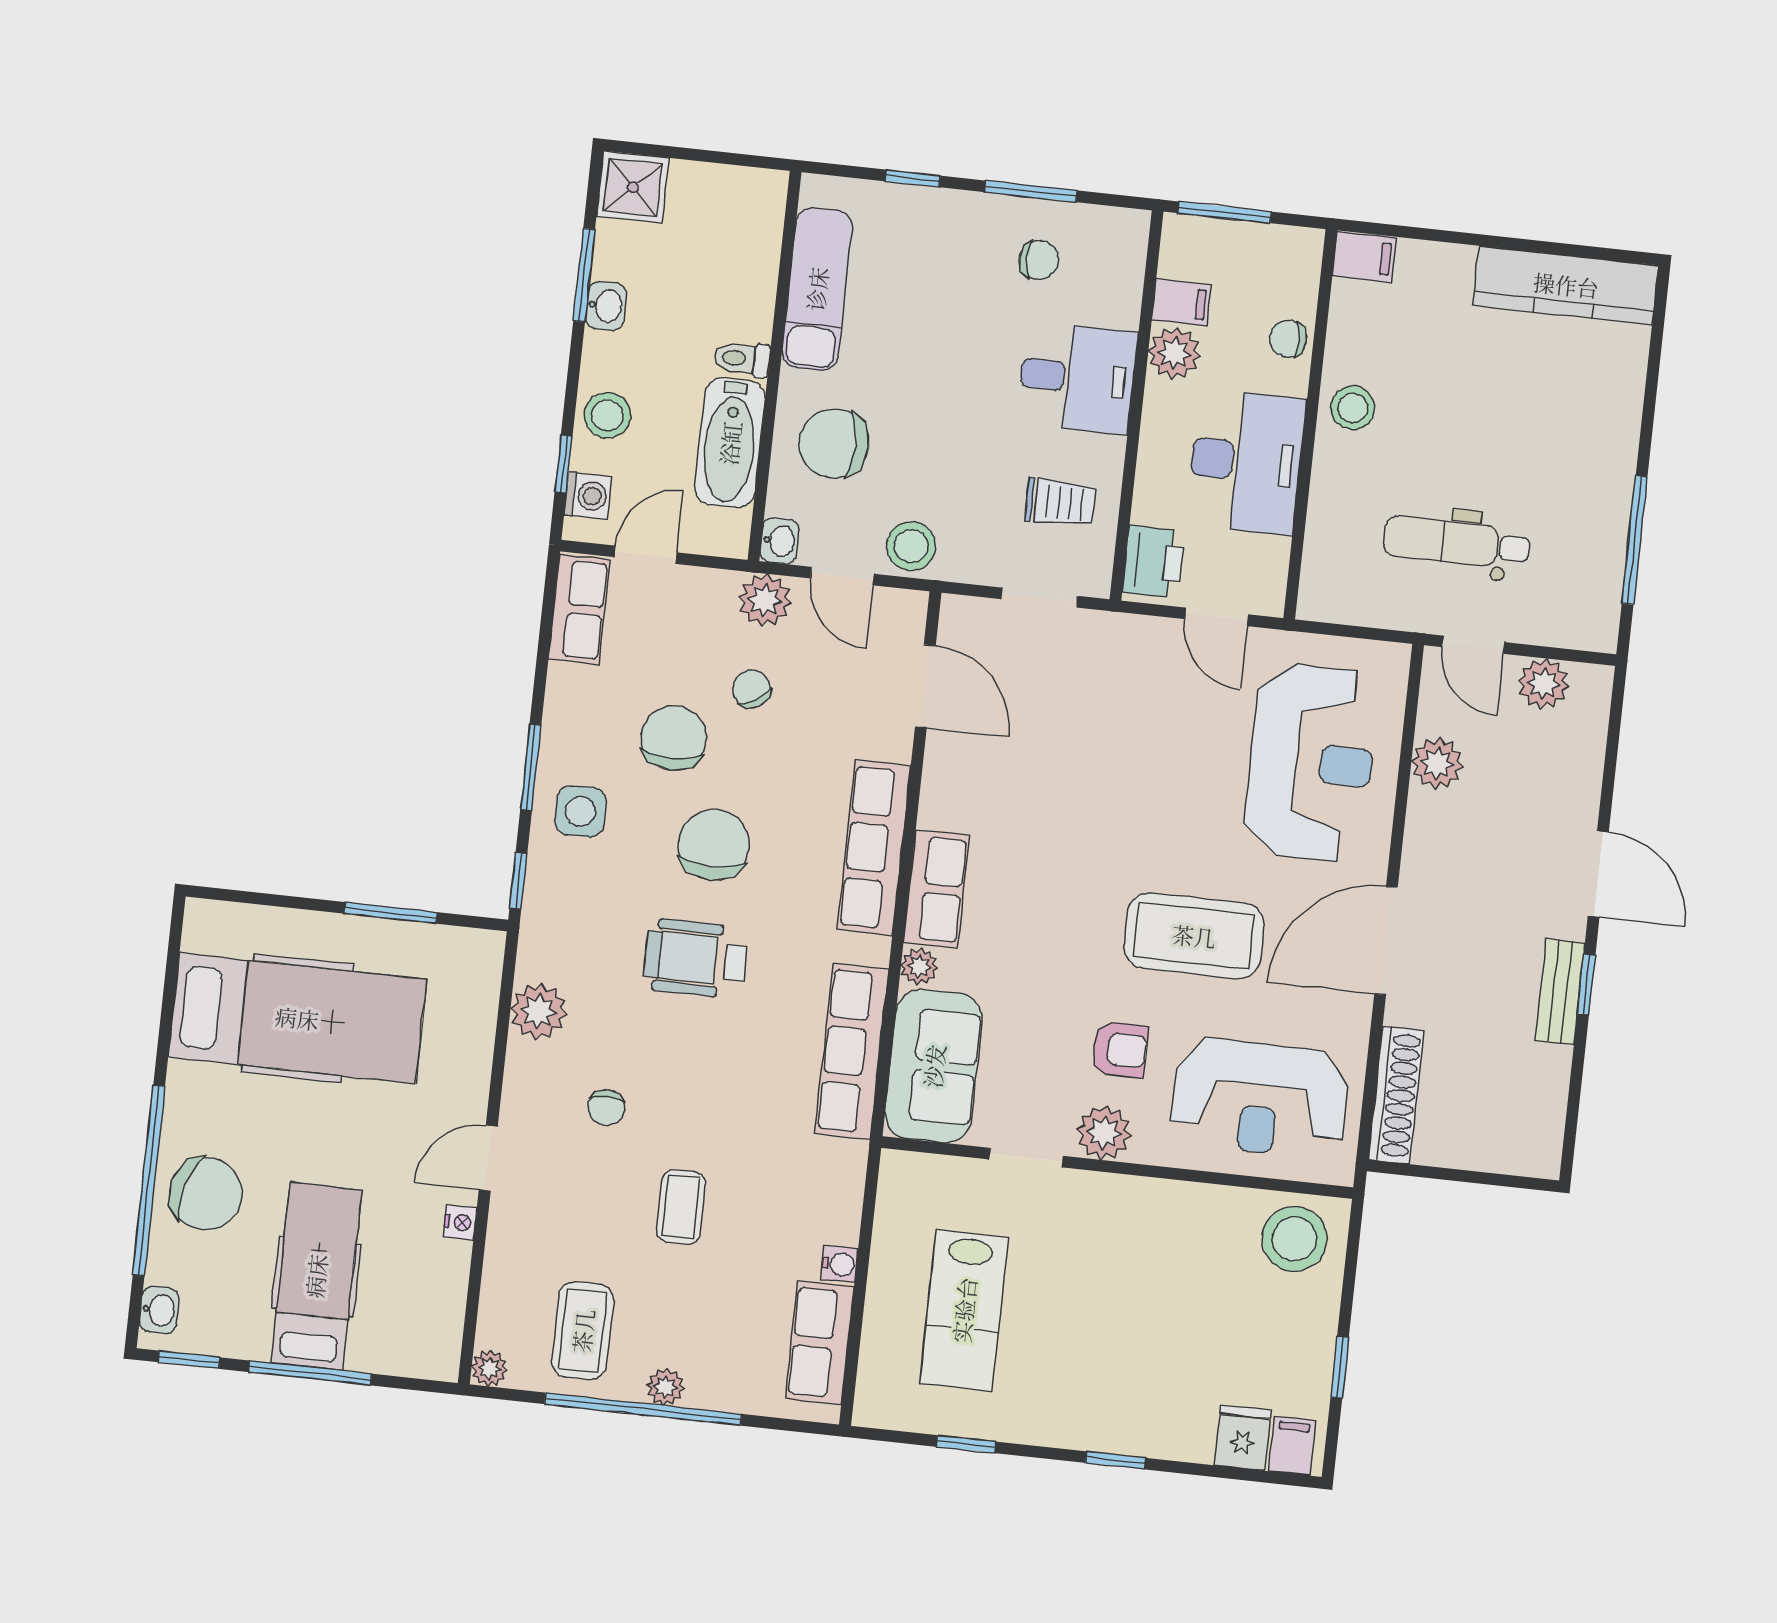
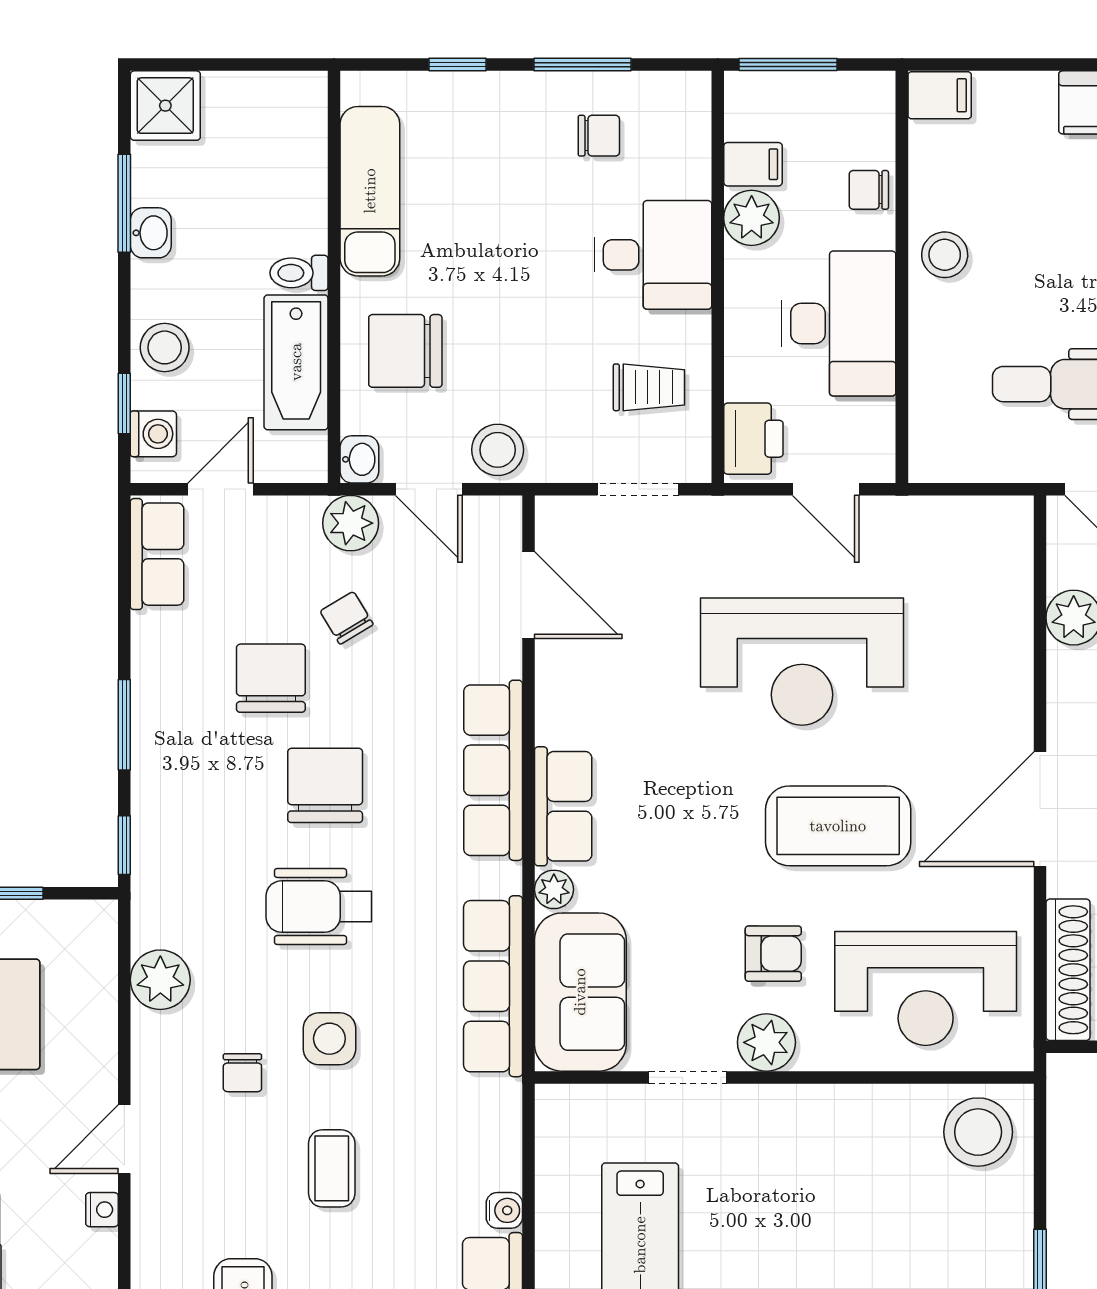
reception desk: (1311, 763) -> (802, 662), moved, turned 90
side table: (580, 811) -> (329, 1039), moved

